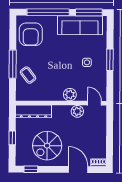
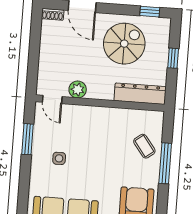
window: (110, 60) -> (27, 139), moved
plant: (70, 95) -> (87, 114), removed

